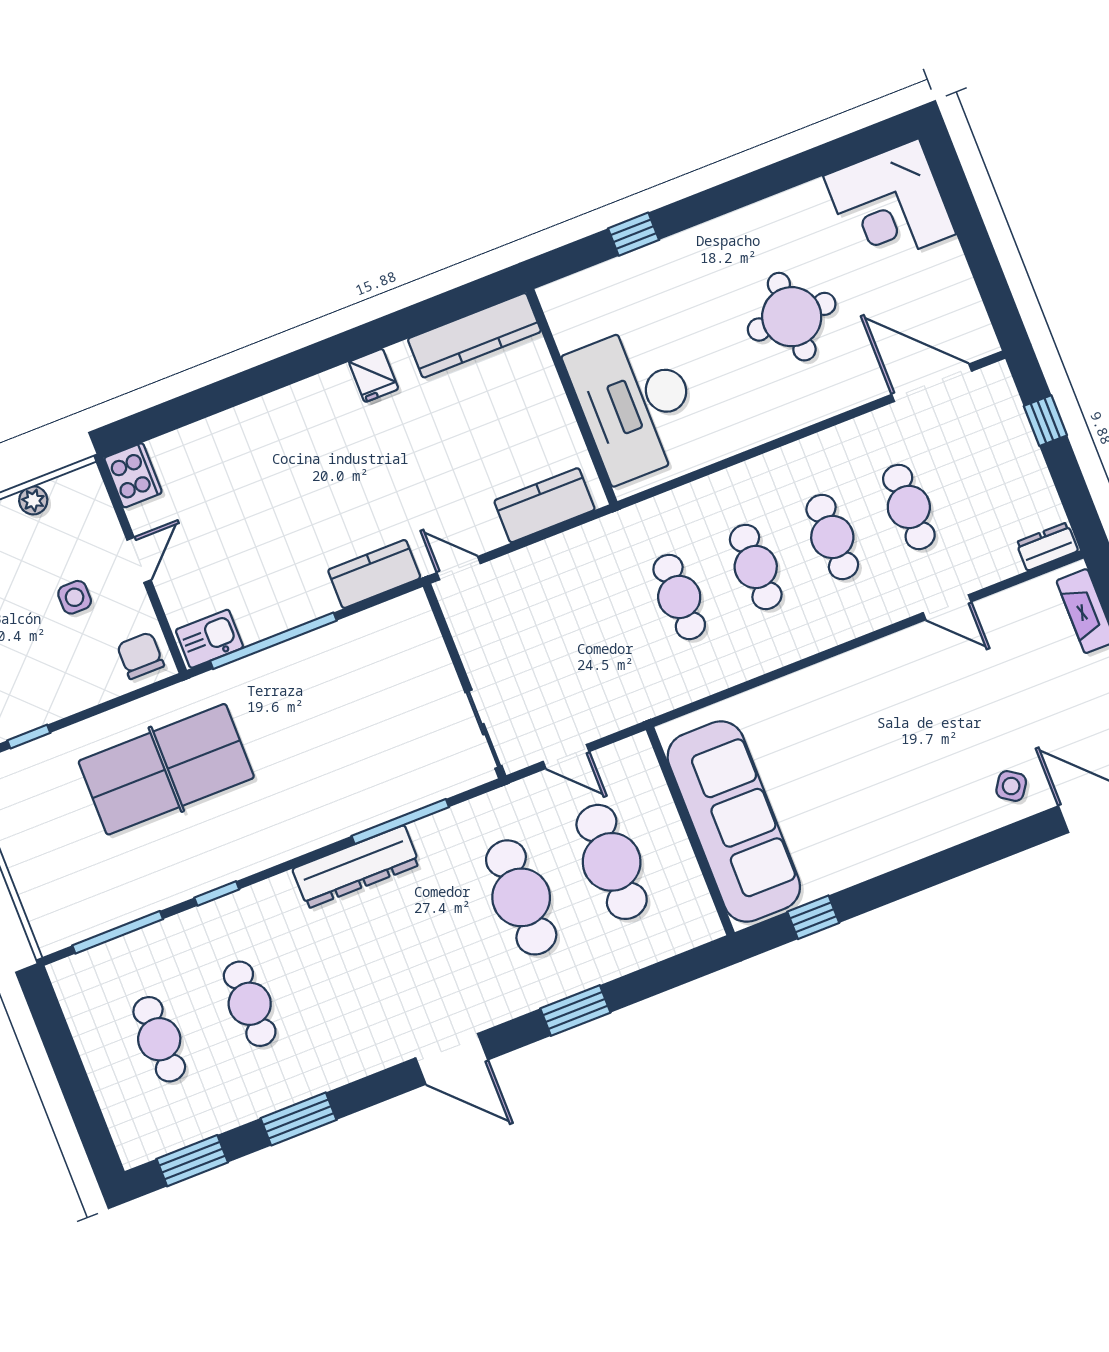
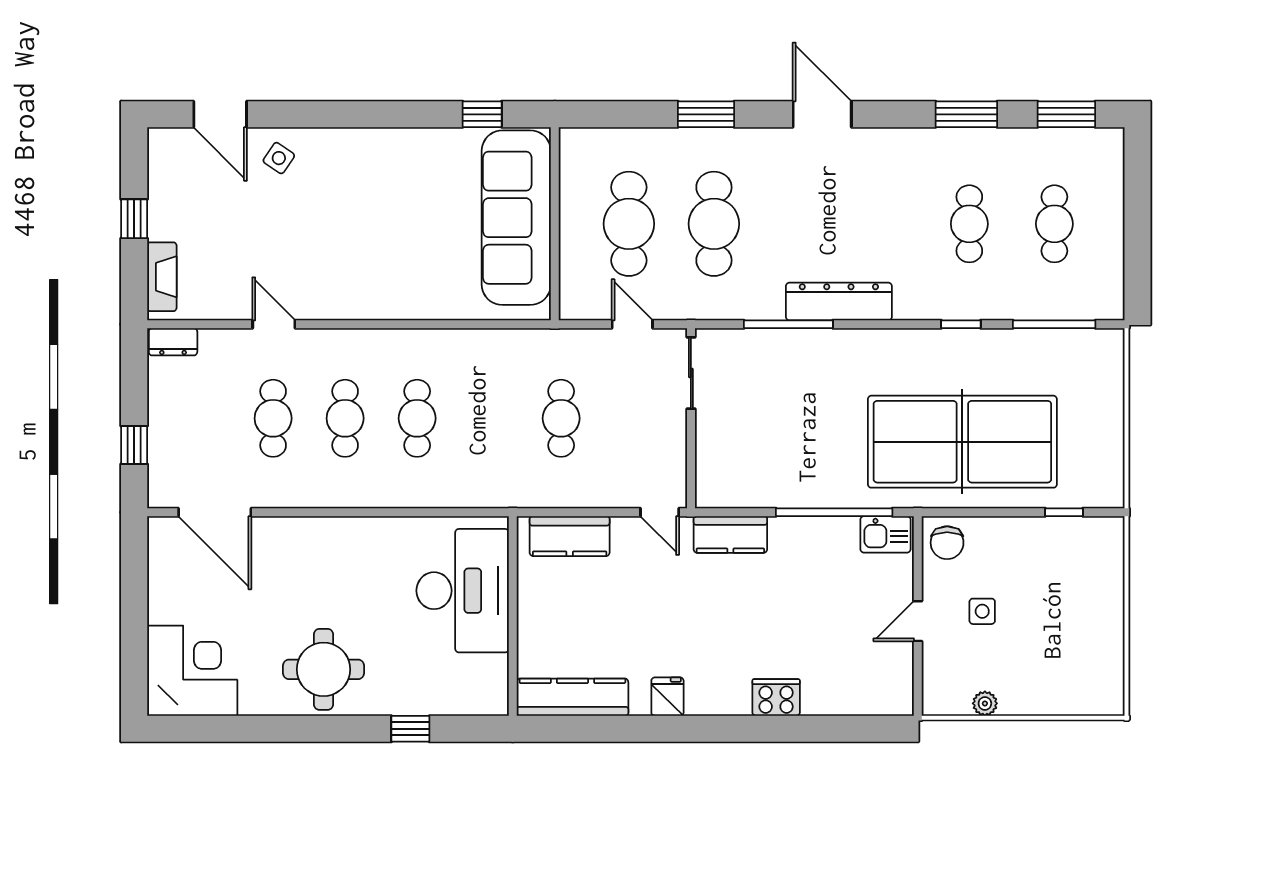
round table: (792, 317) -> (323, 669), moved
cooker: (133, 475) -> (776, 697), moved, turned 90
cafe table: (679, 597) -> (561, 418), moved
table tennis table: (166, 769) -> (962, 442), width x1.36, depth x1.32

